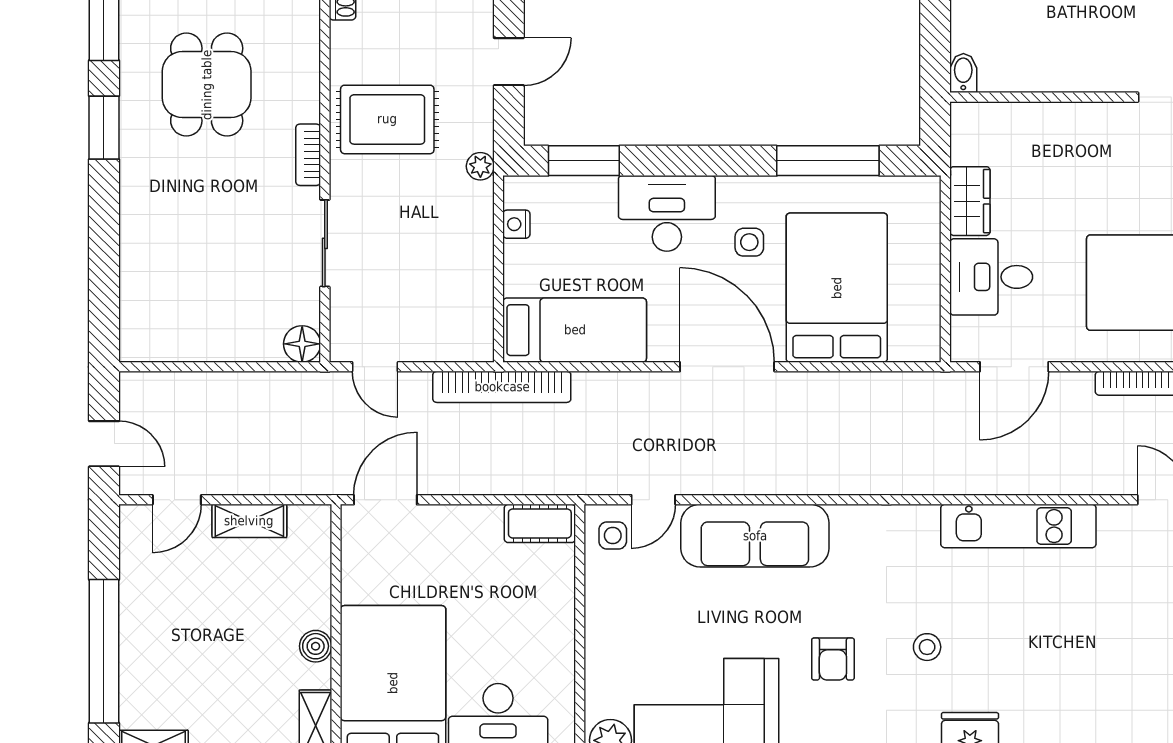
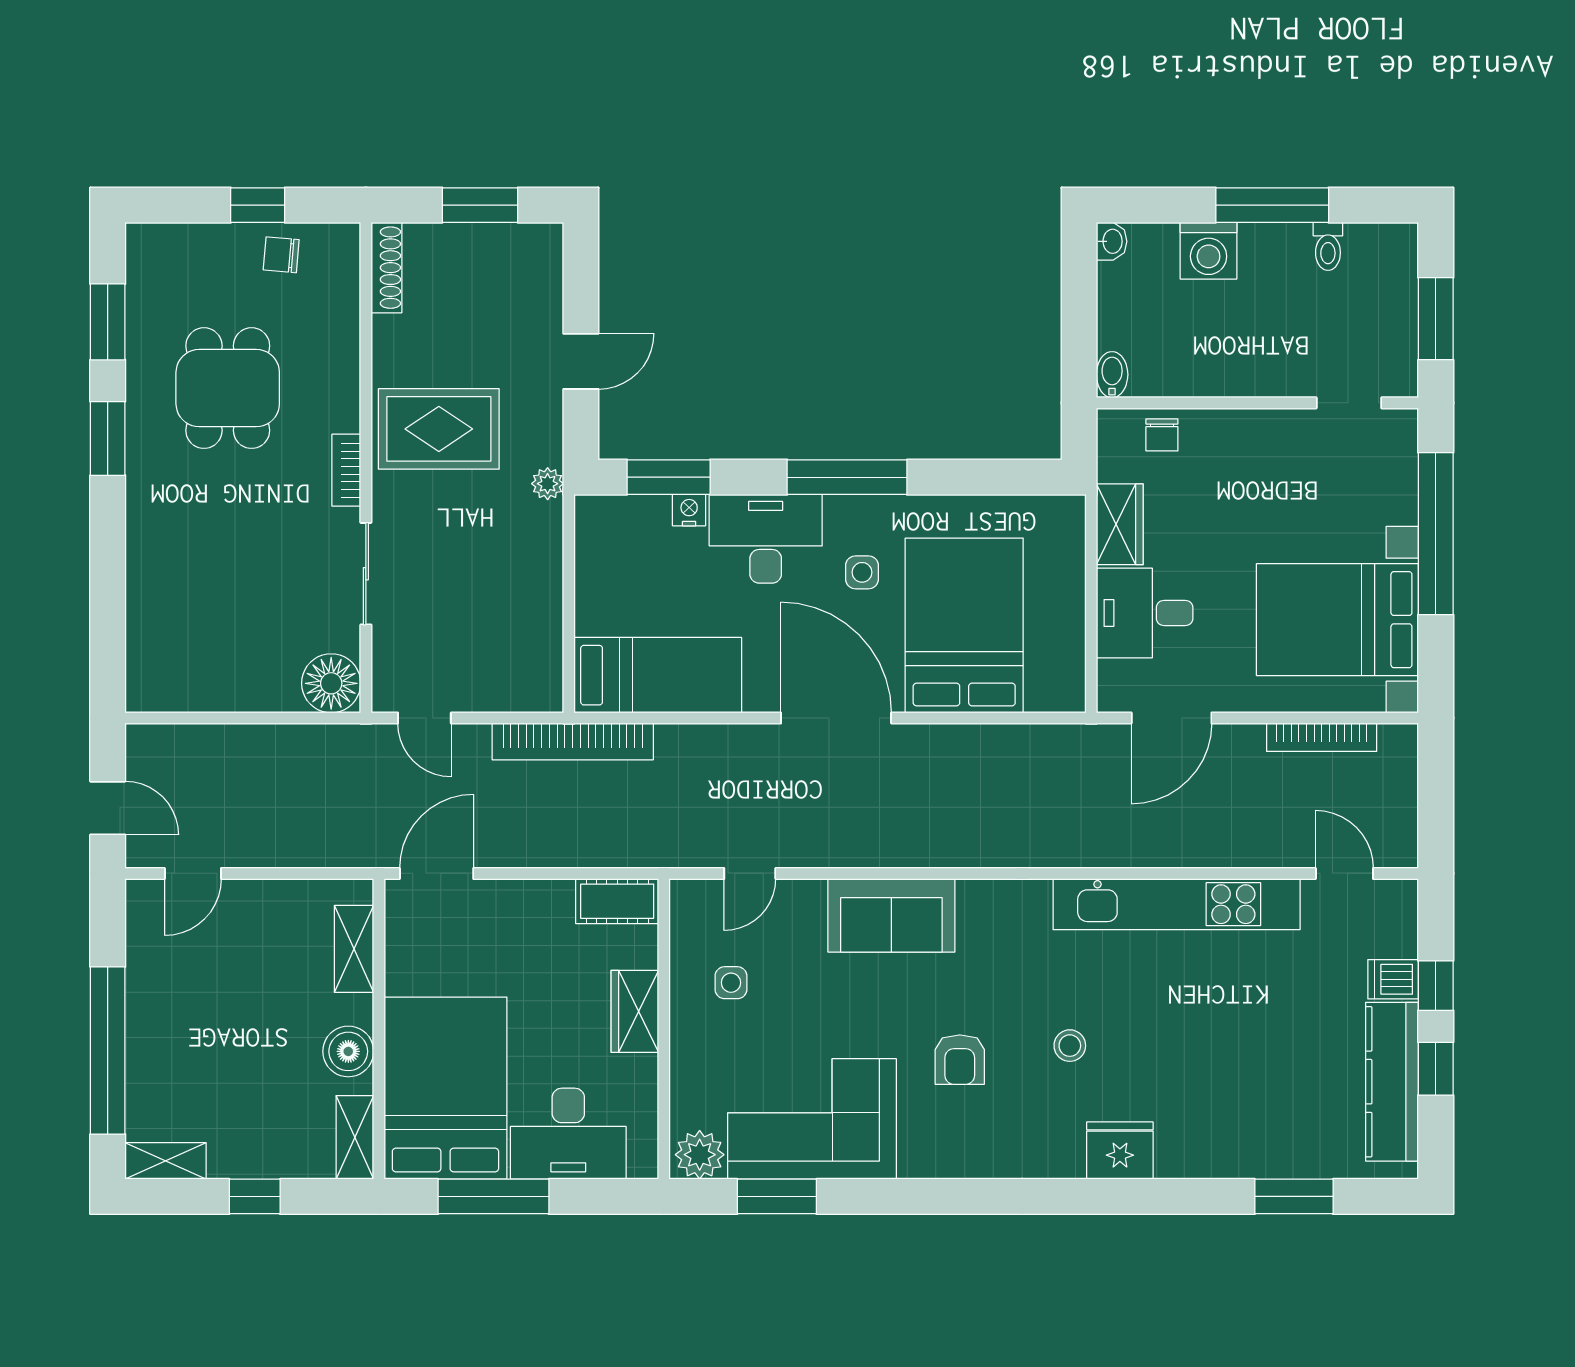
chair: (1006, 125) -> (1162, 435), added
window: (828, 161) -> (847, 477), moved
nightstand: (516, 224) -> (689, 510), moved, turned 90
floor lamp: (302, 344) -> (331, 683), width x1.38, depth x1.38
shelving: (249, 521) -> (354, 949), moved, turned 90
kitchen unit: (1018, 526) -> (1177, 904), width x1.36
side table: (613, 535) -> (731, 983), moved
sofa: (755, 536) -> (891, 915), width x0.73
wardrobe: (555, 618) -> (635, 1011), added
boiler: (316, 646) -> (348, 1051), width x1.36, depth x1.36

